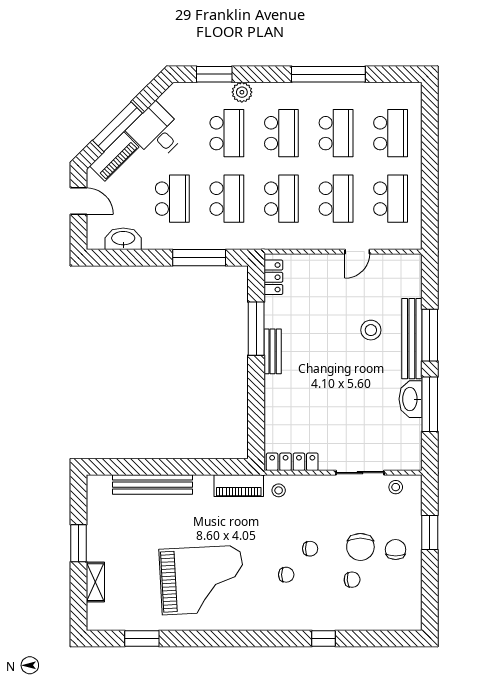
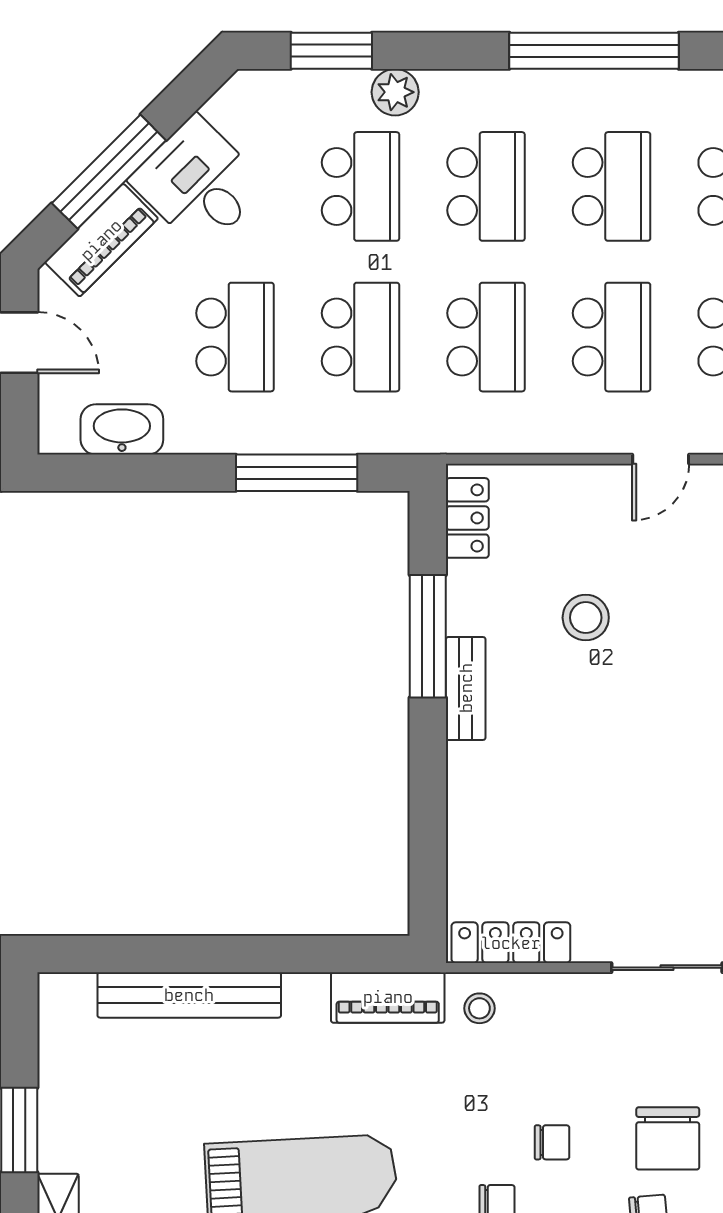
stool: (371, 330) -> (586, 618), moved

